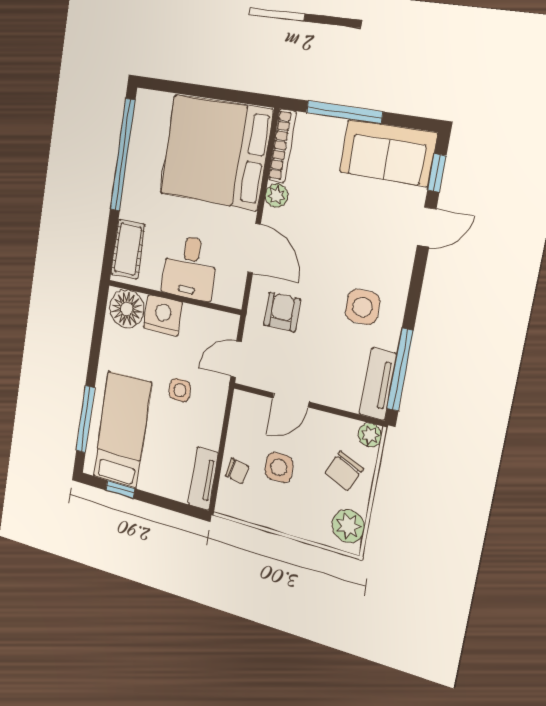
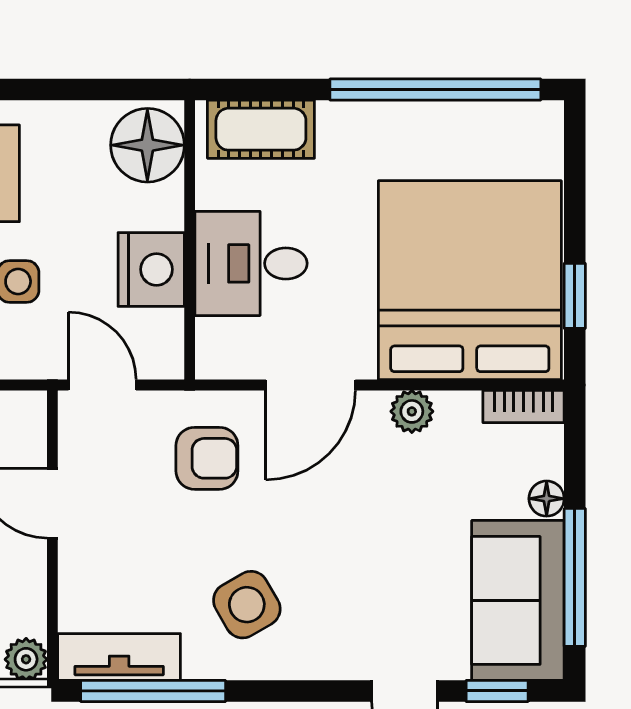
window: (232, 96) -> (575, 296), added
window: (344, 112) -> (575, 577), moved
floor lamp: (335, 127) -> (547, 499), added
bookcase: (282, 146) -> (524, 407), width x0.64
side table: (362, 307) -> (247, 605), turned -30
nightstand: (163, 315) -> (151, 269), moved

